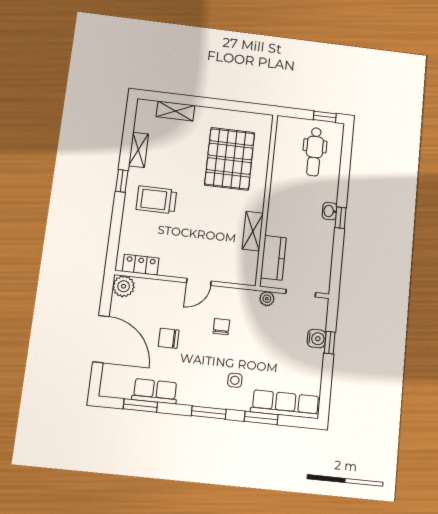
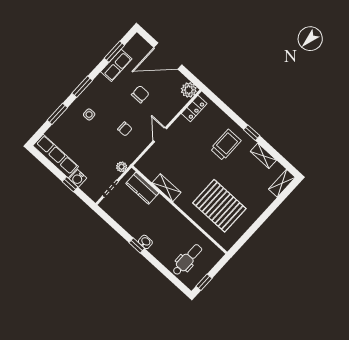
shelving: (175, 111) -> (282, 183), moved
dental chair: (314, 152) -> (187, 260), turned 90
row of seats: (285, 404) -> (56, 156), moved, turned -90

